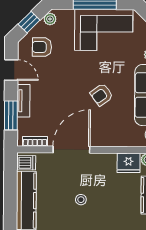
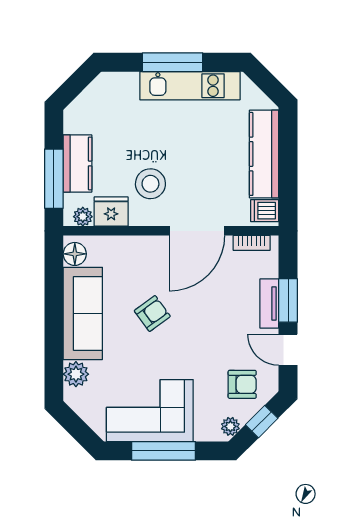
window: (11, 115) -> (288, 300), moved
stool: (81, 200) -> (150, 184), moved, width x1.89, depth x1.89

